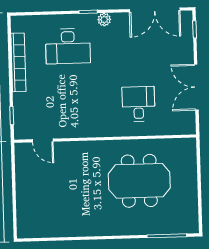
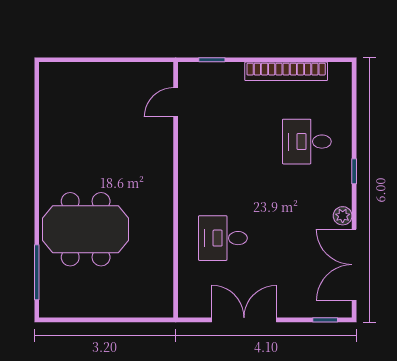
plant: (104, 20) -> (343, 216), moved
desk: (68, 46) -> (307, 142), width x0.73
desk: (138, 104) -> (223, 238), turned 180
meeting table: (139, 181) -> (86, 229), moved, turned 90

